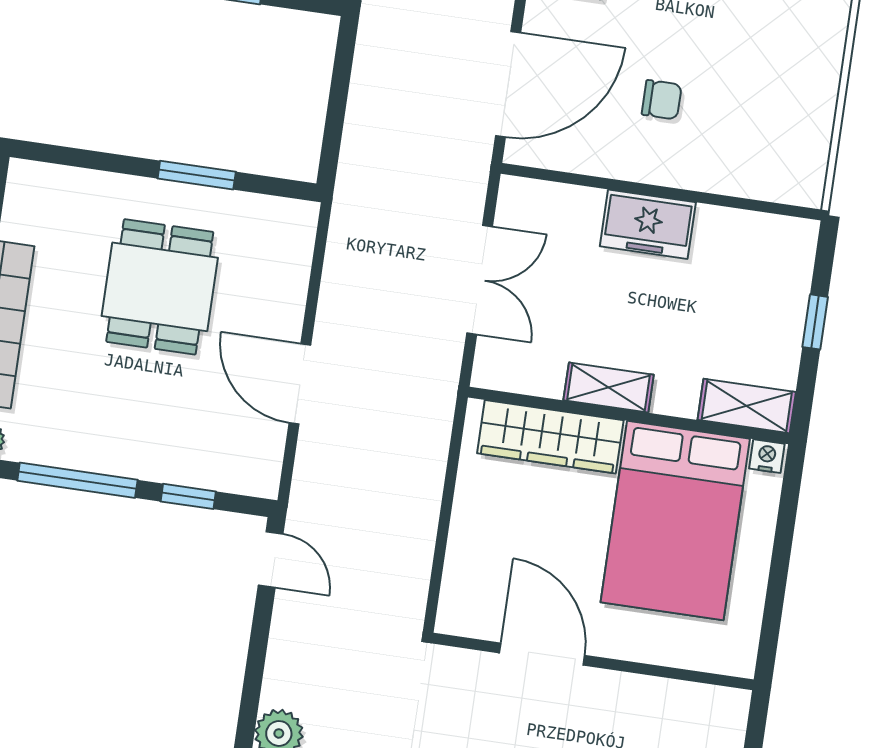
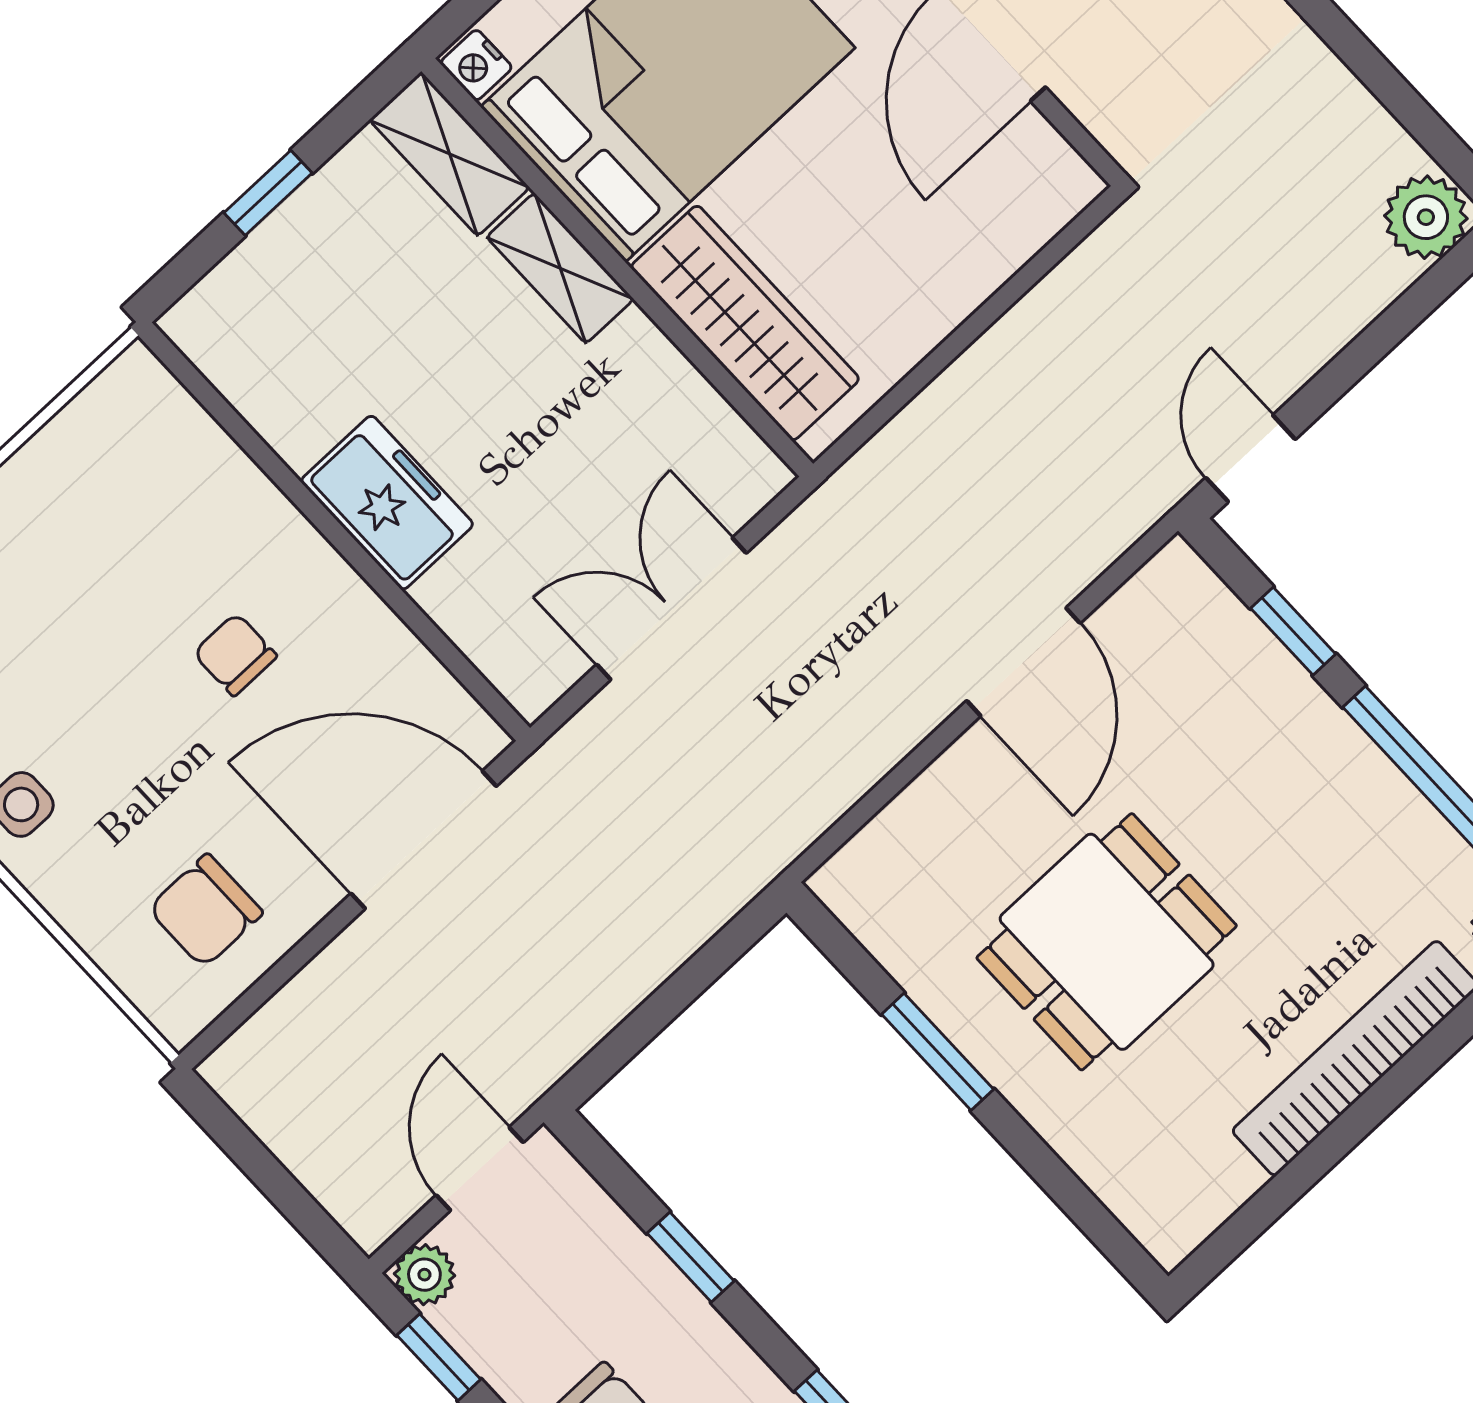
shelving: (609, 388) -> (560, 268), moved

